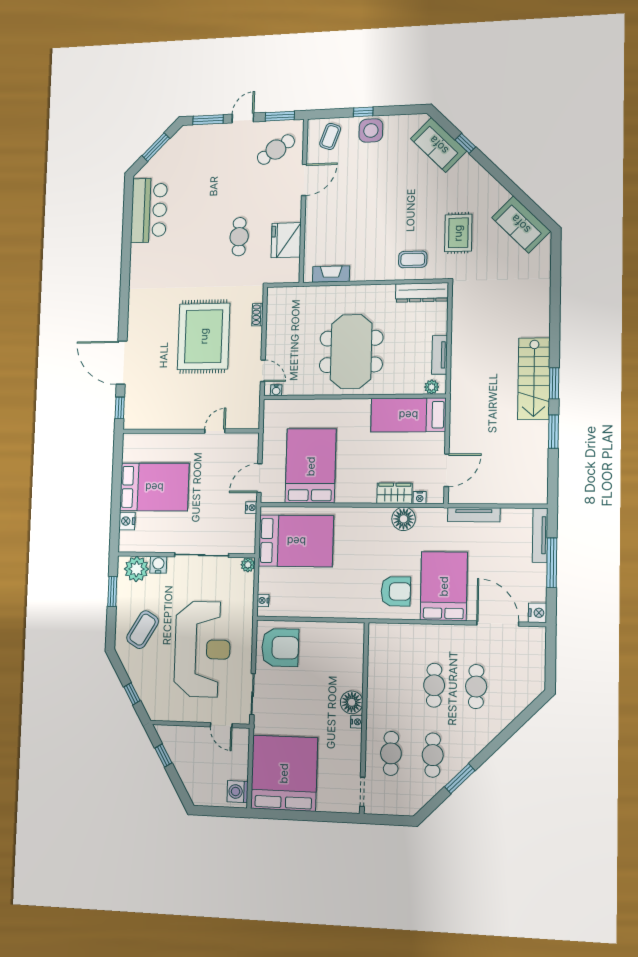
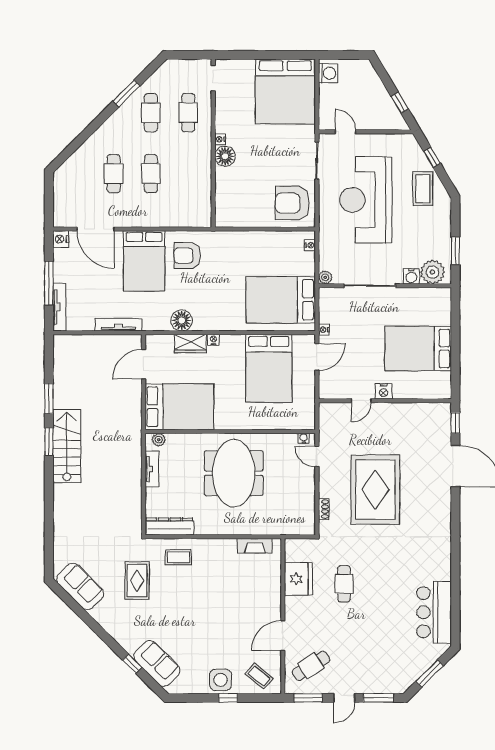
coffee table: (330, 136) -> (259, 676), turned -70
bed: (408, 415) -> (179, 407), width x1.50
nightstand: (420, 497) -> (213, 340), moved
nightstand: (127, 521) -> (384, 391), moved, turned 90
coffee table: (143, 630) -> (423, 189), moved, turned -31

